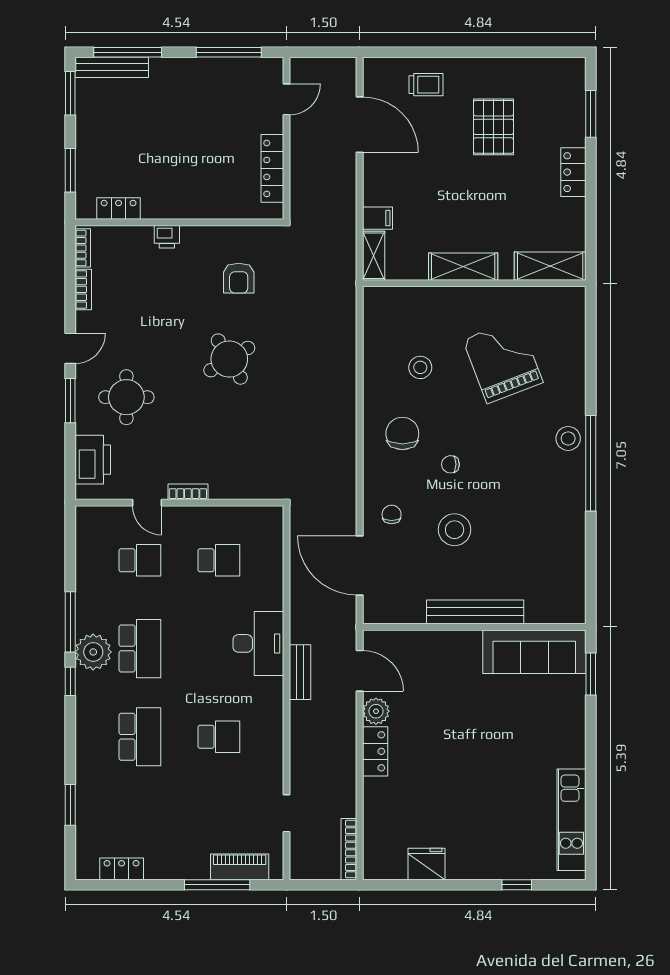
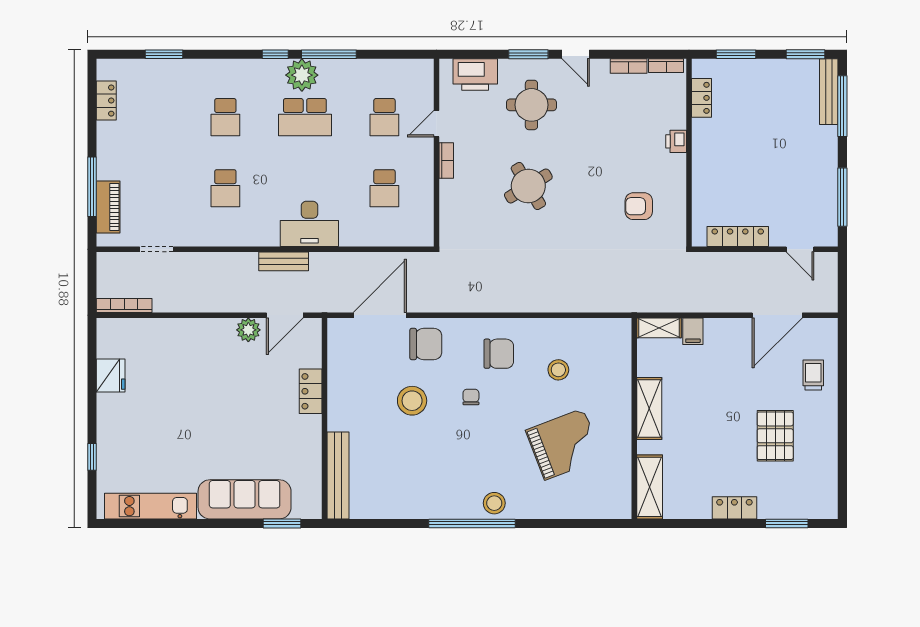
trolley: (426, 85) -> (813, 375), turned 180
pallet: (493, 127) -> (775, 436), turned 90
round table: (229, 359) -> (528, 186), moved
chair: (392, 514) -> (426, 344), width x1.87, depth x1.87
bench: (475, 612) -> (338, 475), moved
sofa: (534, 652) -> (245, 499), moved, turned 90
school desk: (140, 737) -> (225, 117), width x0.54
locker: (375, 751) -> (311, 391), moved, turned 90

